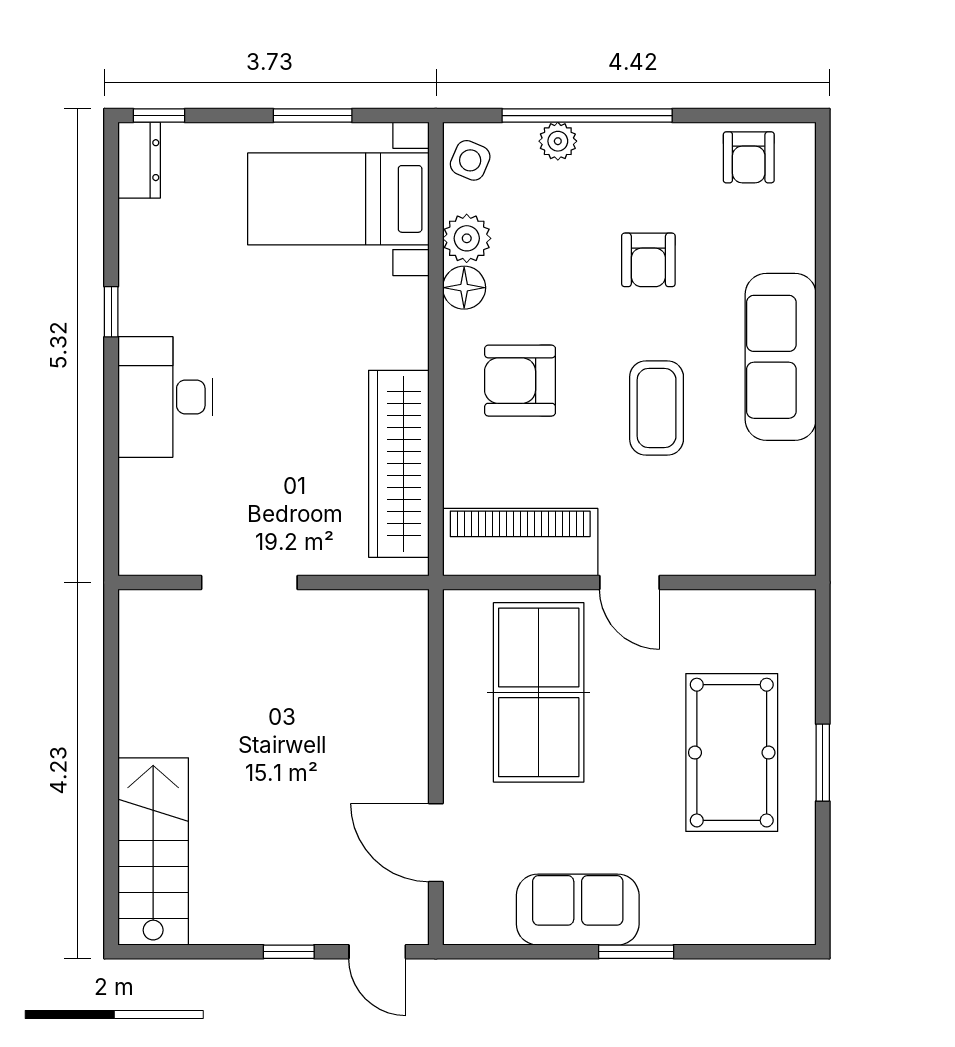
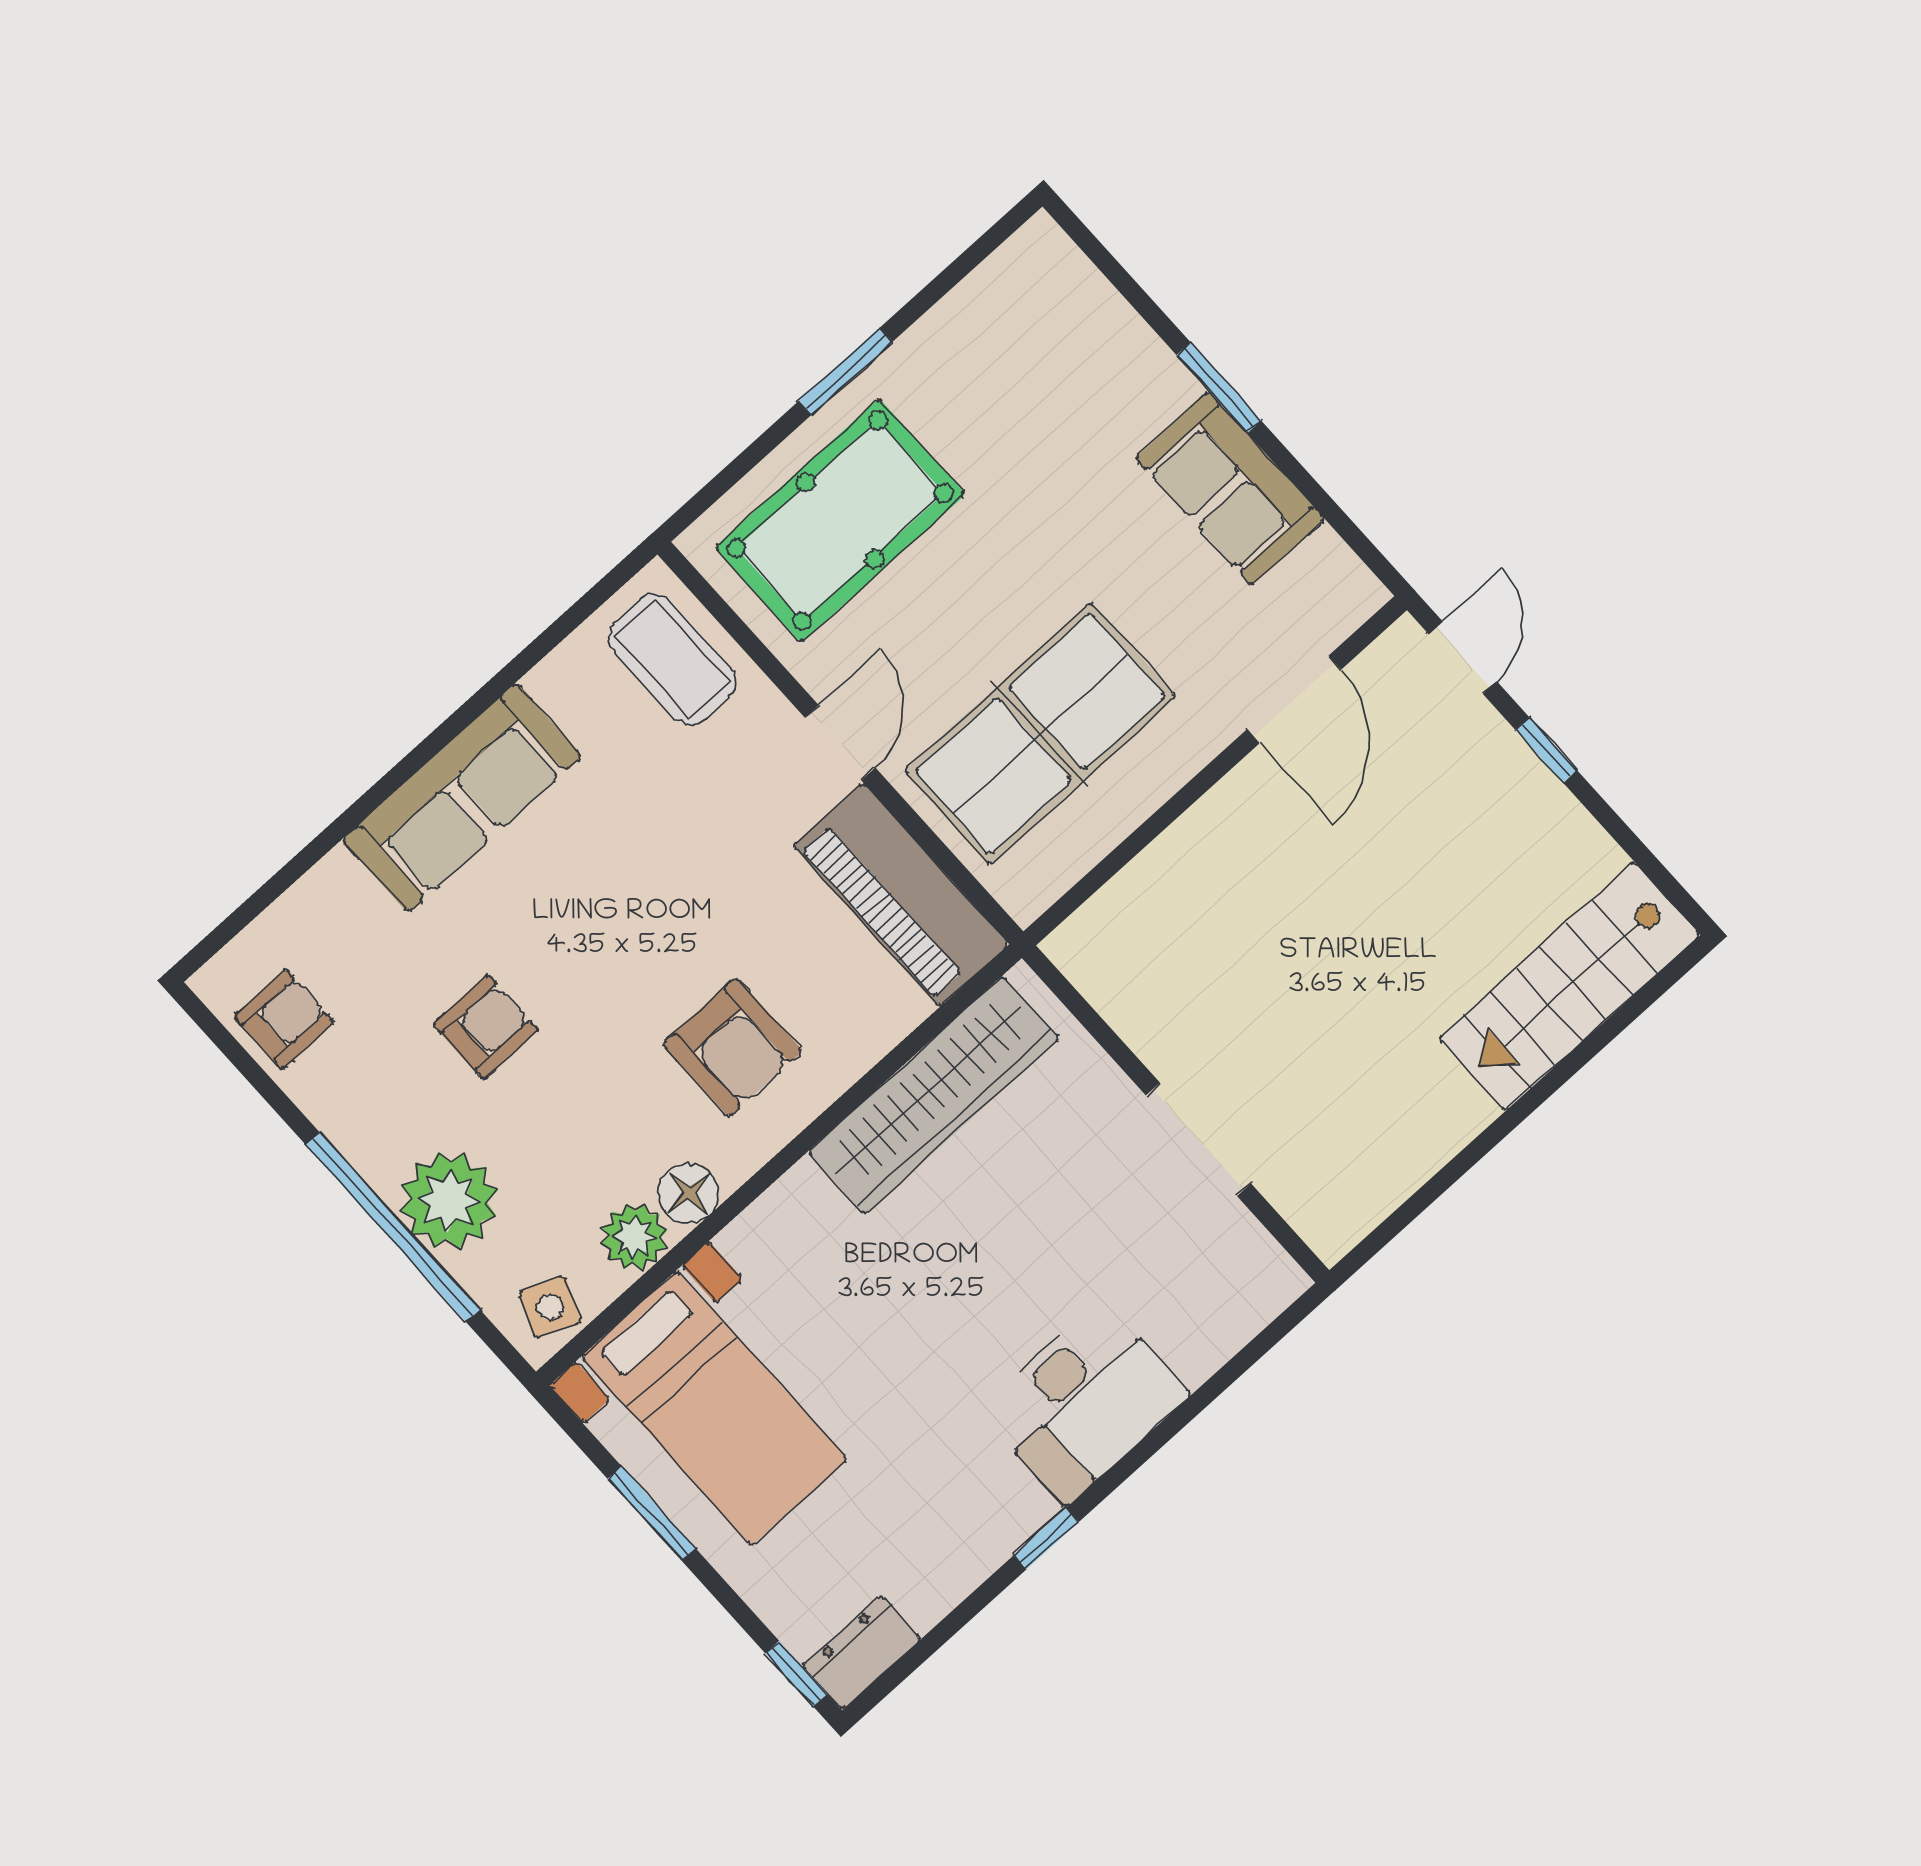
plant: (558, 141) -> (449, 1201), width x1.88, depth x1.88
coffee table: (657, 408) -> (672, 659), moved, turned 90
pool table: (732, 753) -> (840, 521), moved

